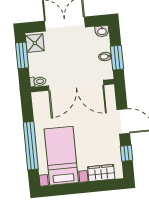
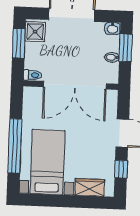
window: (117, 58) -> (126, 48), moved

